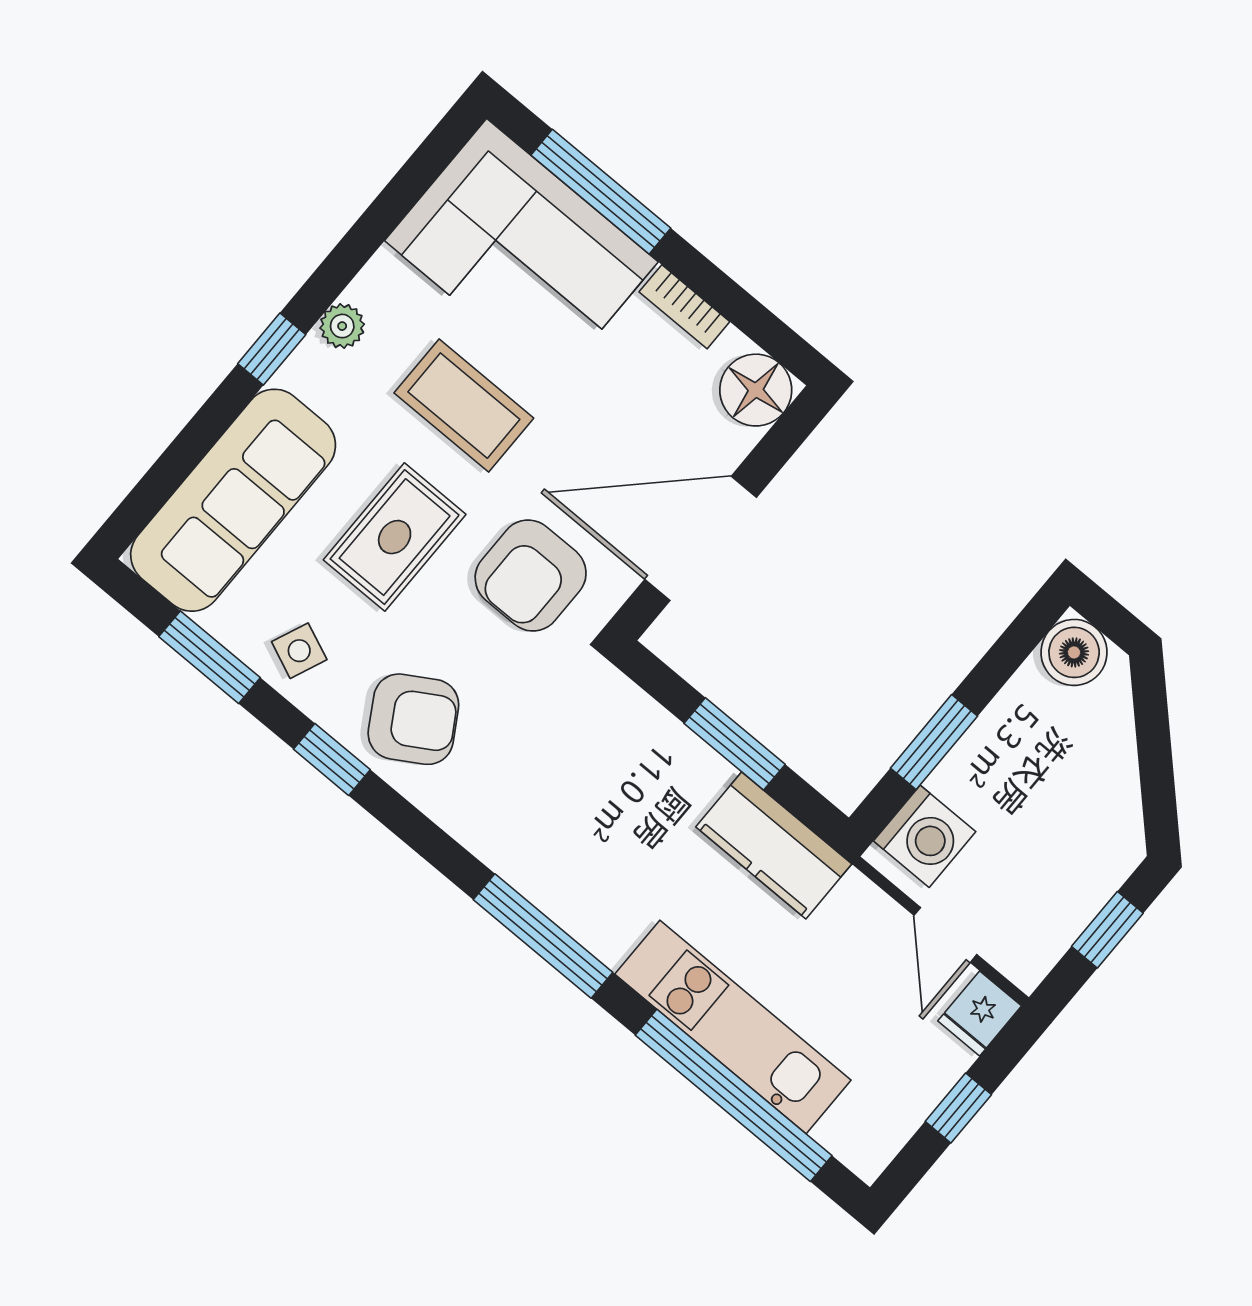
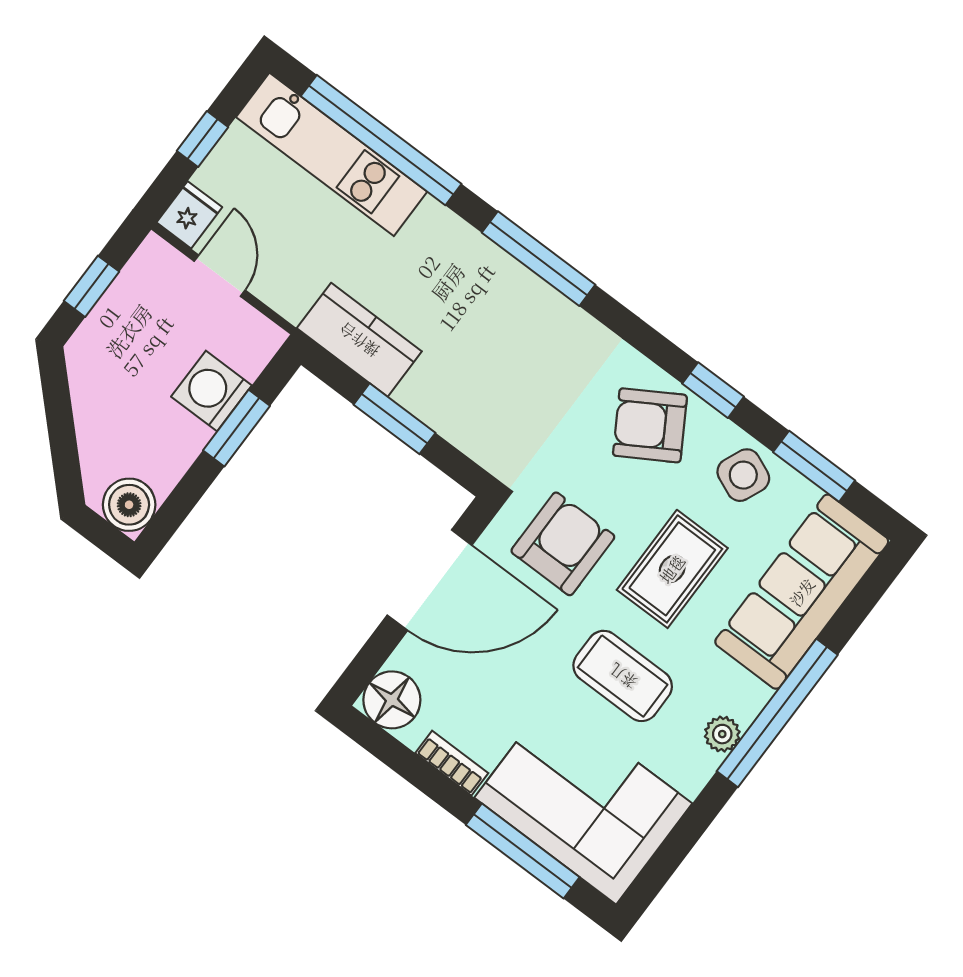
window: (272, 349) -> (777, 713), width x3.17
side table: (299, 651) -> (743, 475), width x1.37, depth x1.37
washing machine: (925, 836) -> (211, 391), moved
kitchen unit: (733, 1027) -> (332, 154), moved

